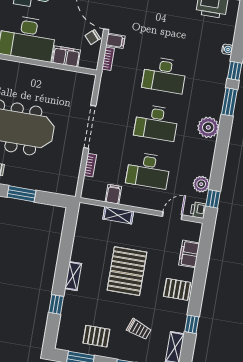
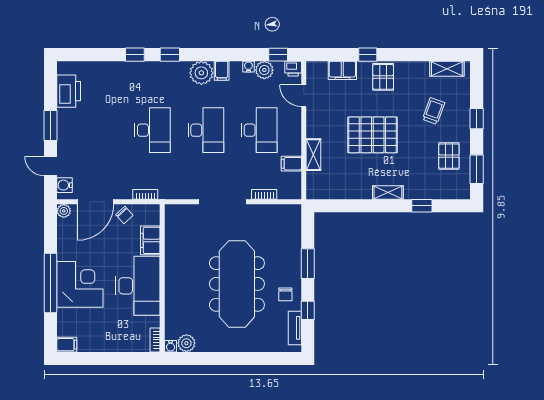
filing cabinet: (115, 41) -> (222, 71), moved, turned 180
water cooler: (227, 49) -> (248, 67), moved
window: (229, 102) -> (170, 55), width x0.67
window: (192, 324) -> (368, 55), moved

